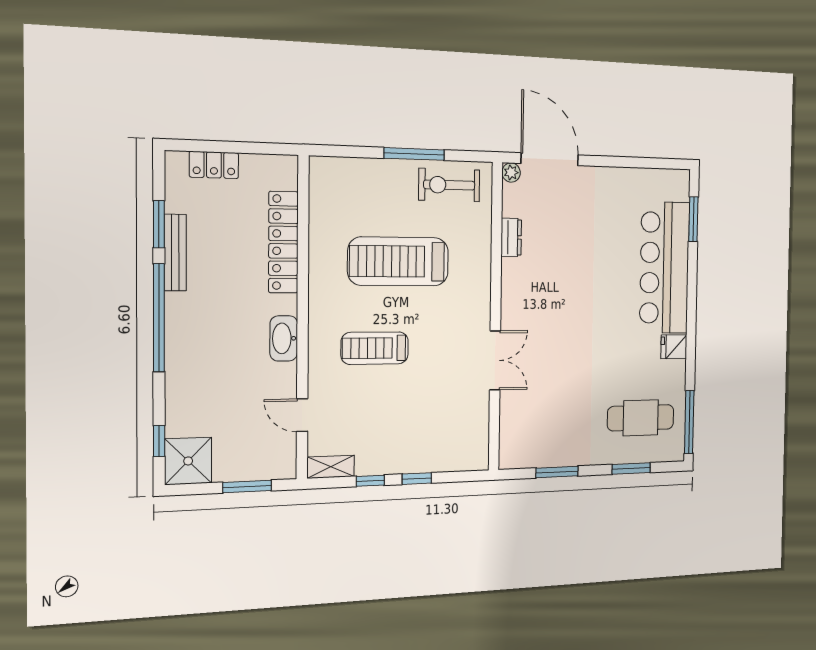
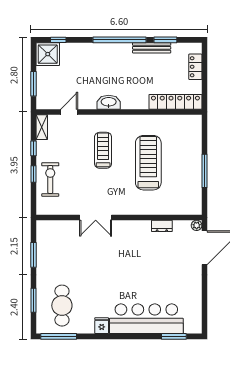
exercise bike: (449, 185) -> (50, 179), moved
locker: (283, 242) -> (175, 102), moved

